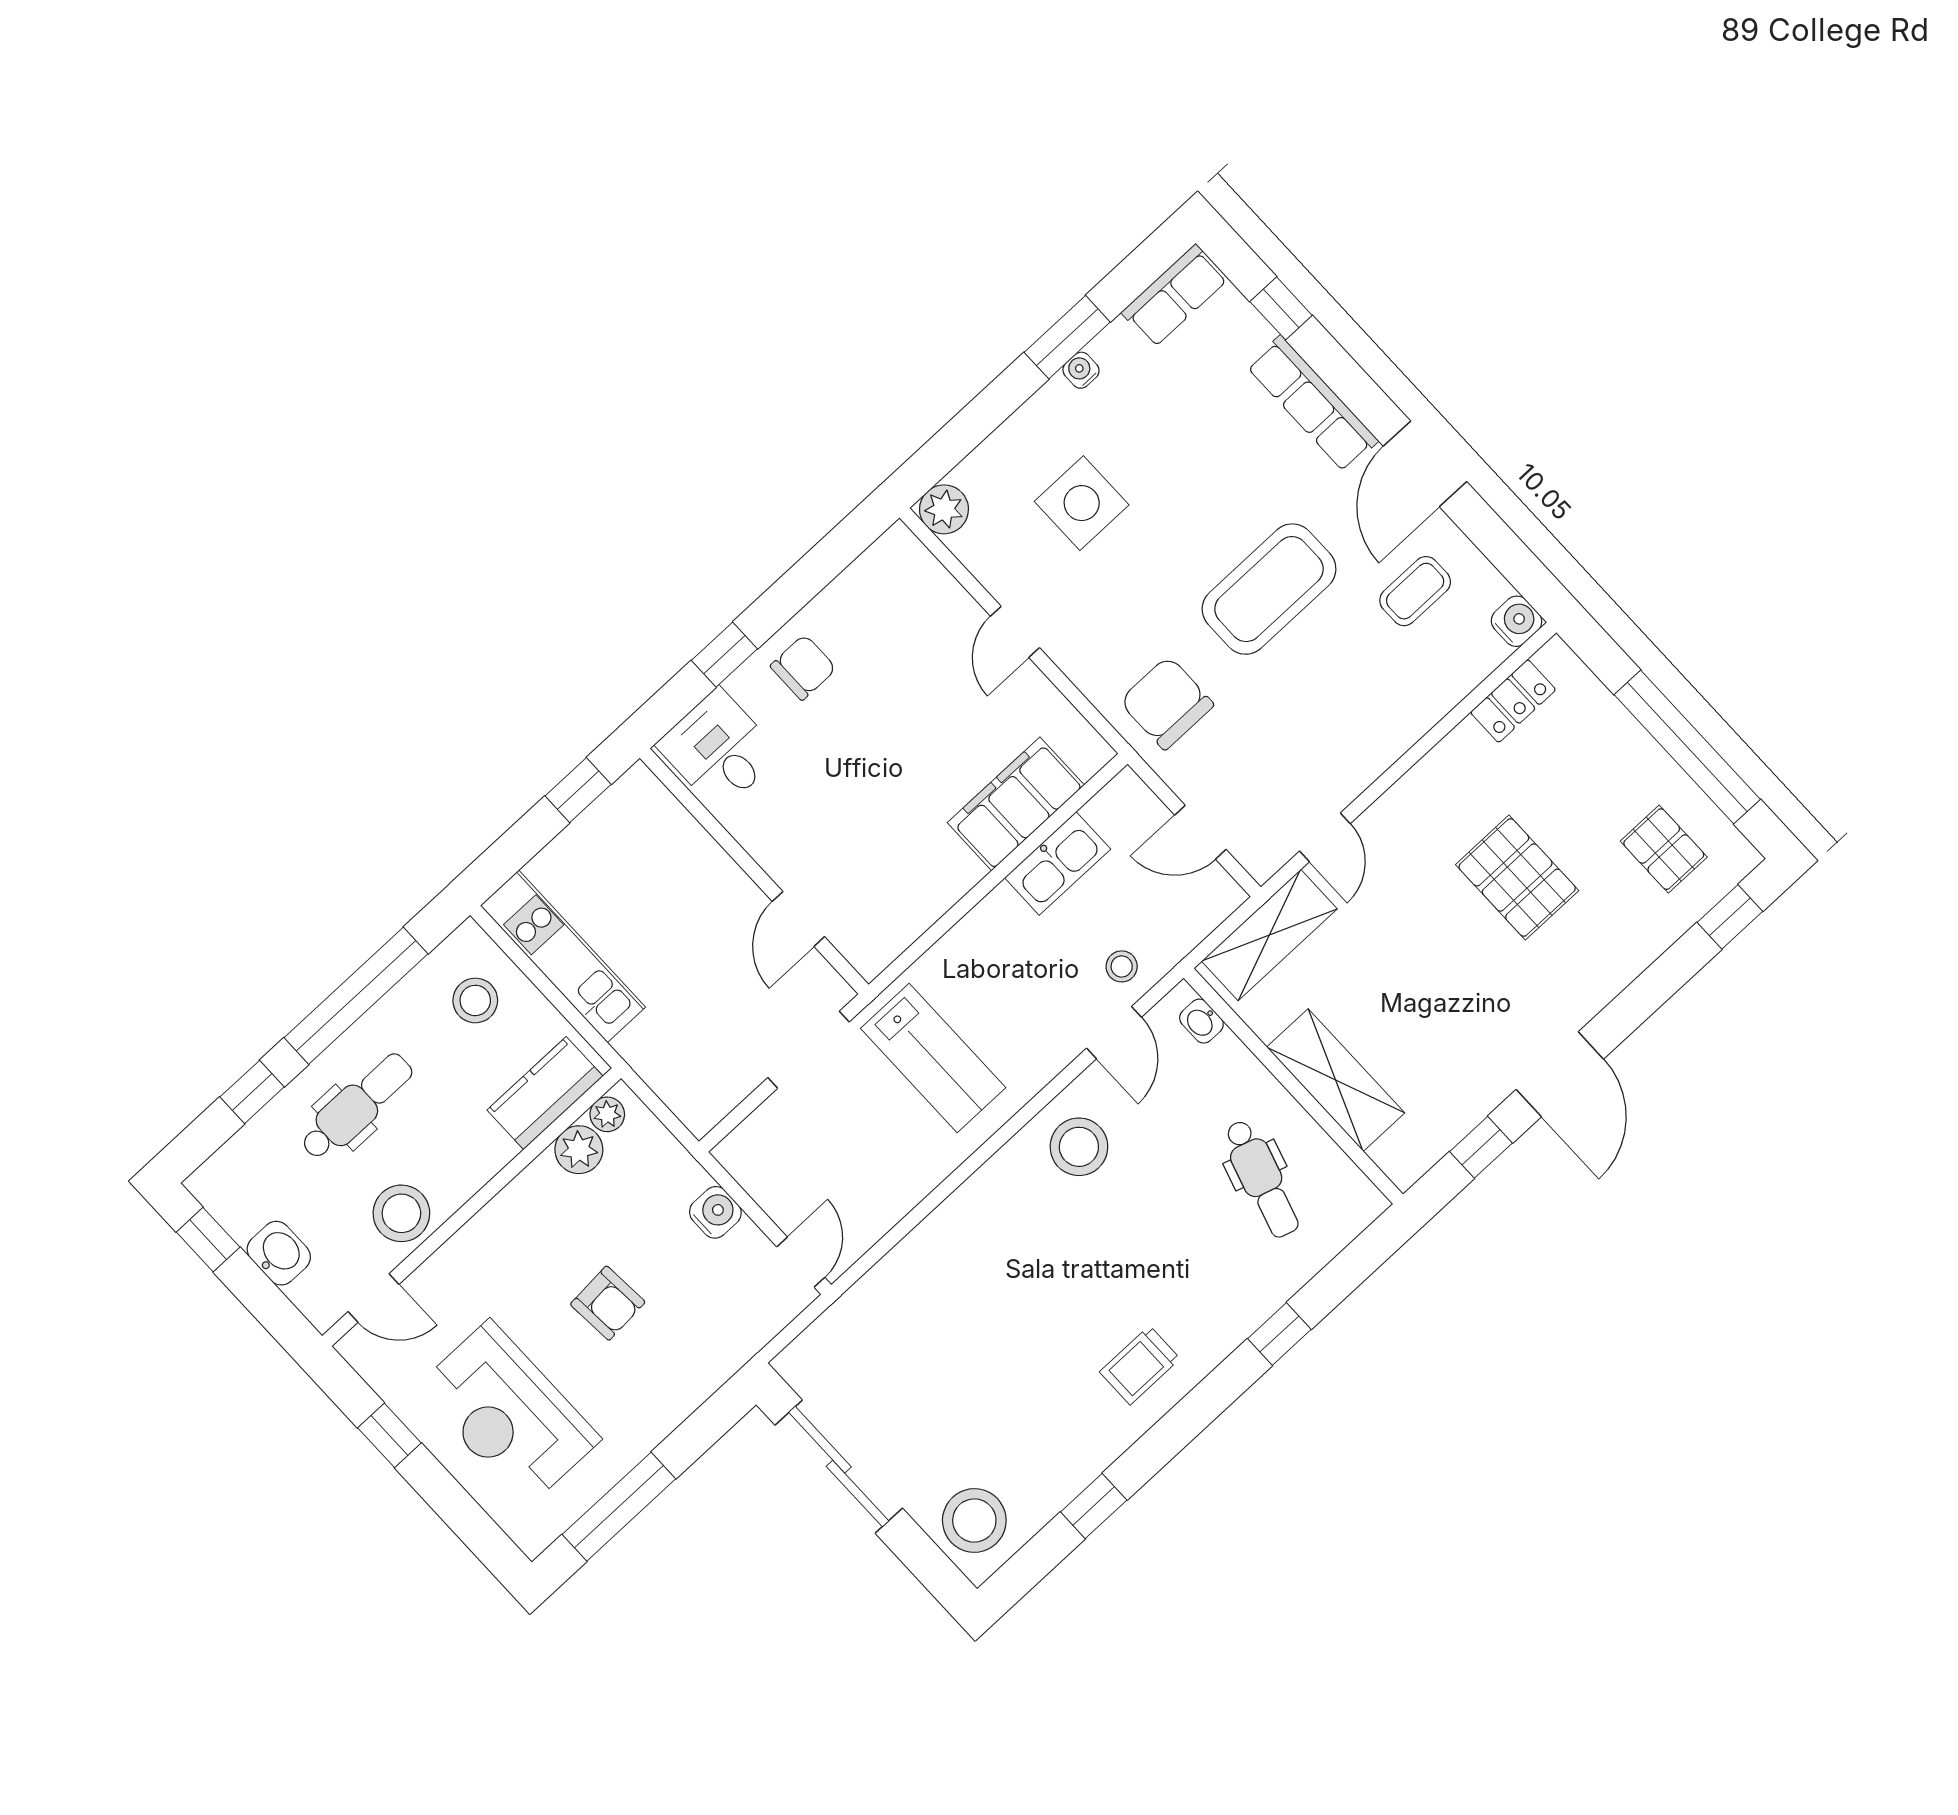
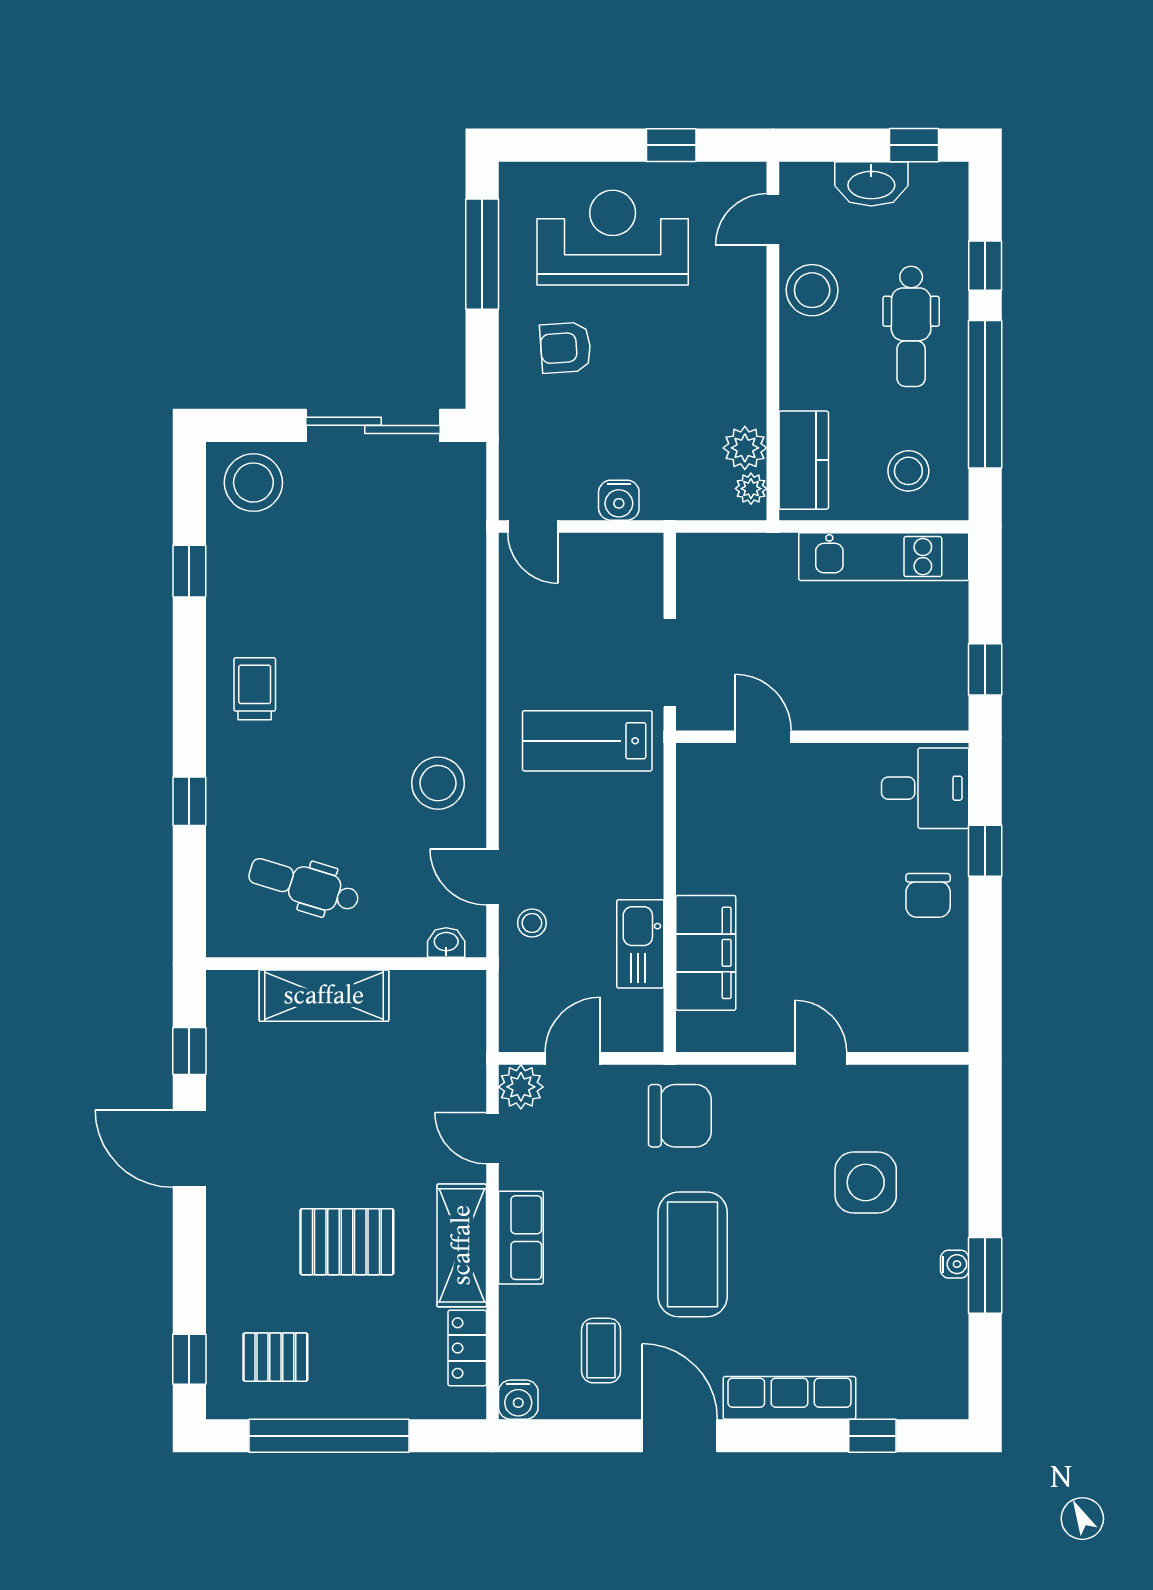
row of seats: (1175, 296) -> (521, 1238), moved, turned 180
plant: (944, 509) -> (521, 1087), moved
shelving: (1269, 935) -> (462, 1245), moved
washbasin: (279, 1253) -> (871, 184), width x1.38
armchair: (608, 1303) -> (566, 348), moved

